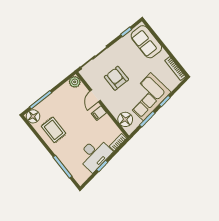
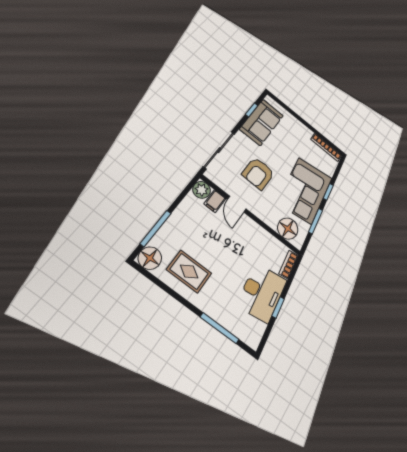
sofa: (146, 42) -> (262, 122), moved, turned -90
armchair: (116, 78) -> (258, 173), turned -89
filing cabinet: (99, 113) -> (215, 201), moved

